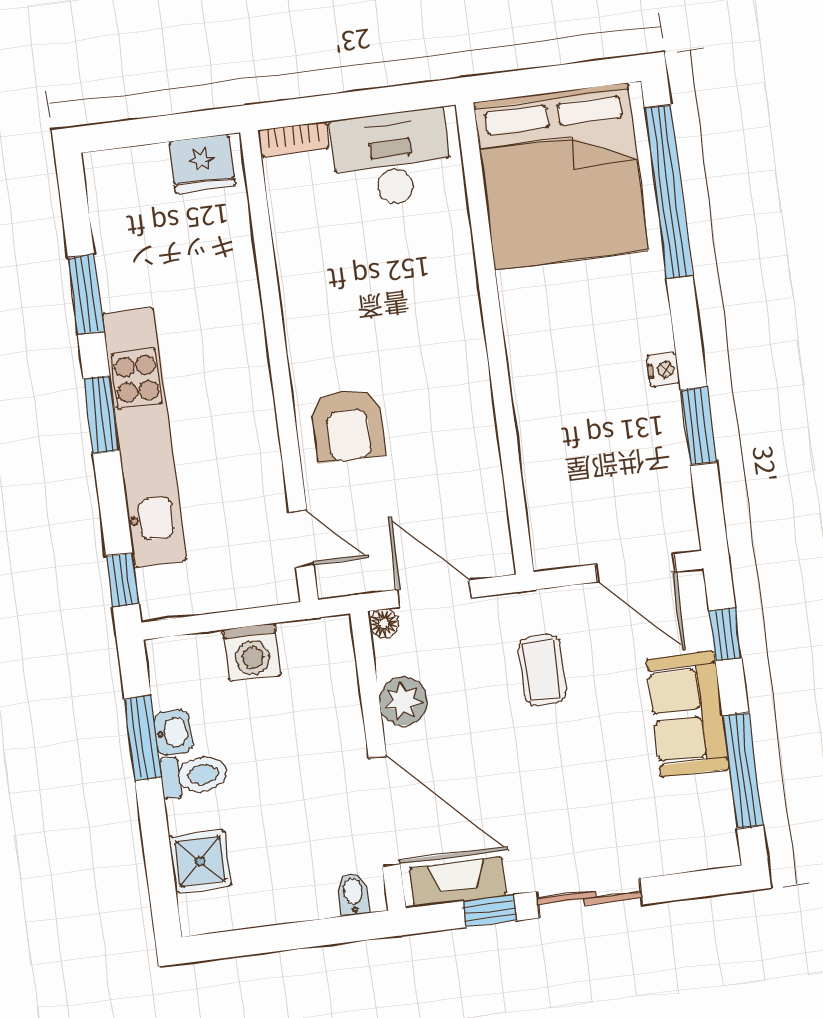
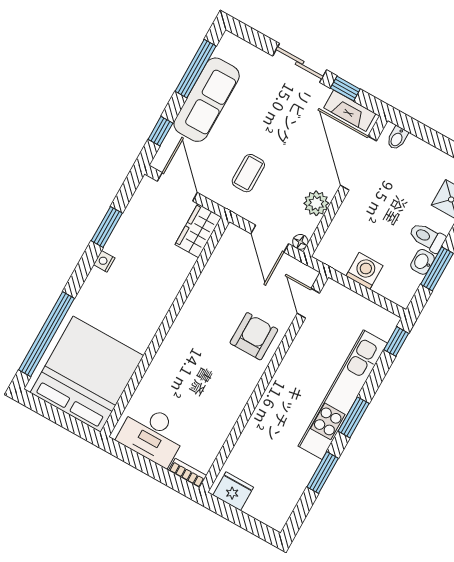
wardrobe: (554, 524) -> (198, 231), added
sofa: (688, 714) -> (207, 100), width x1.36

